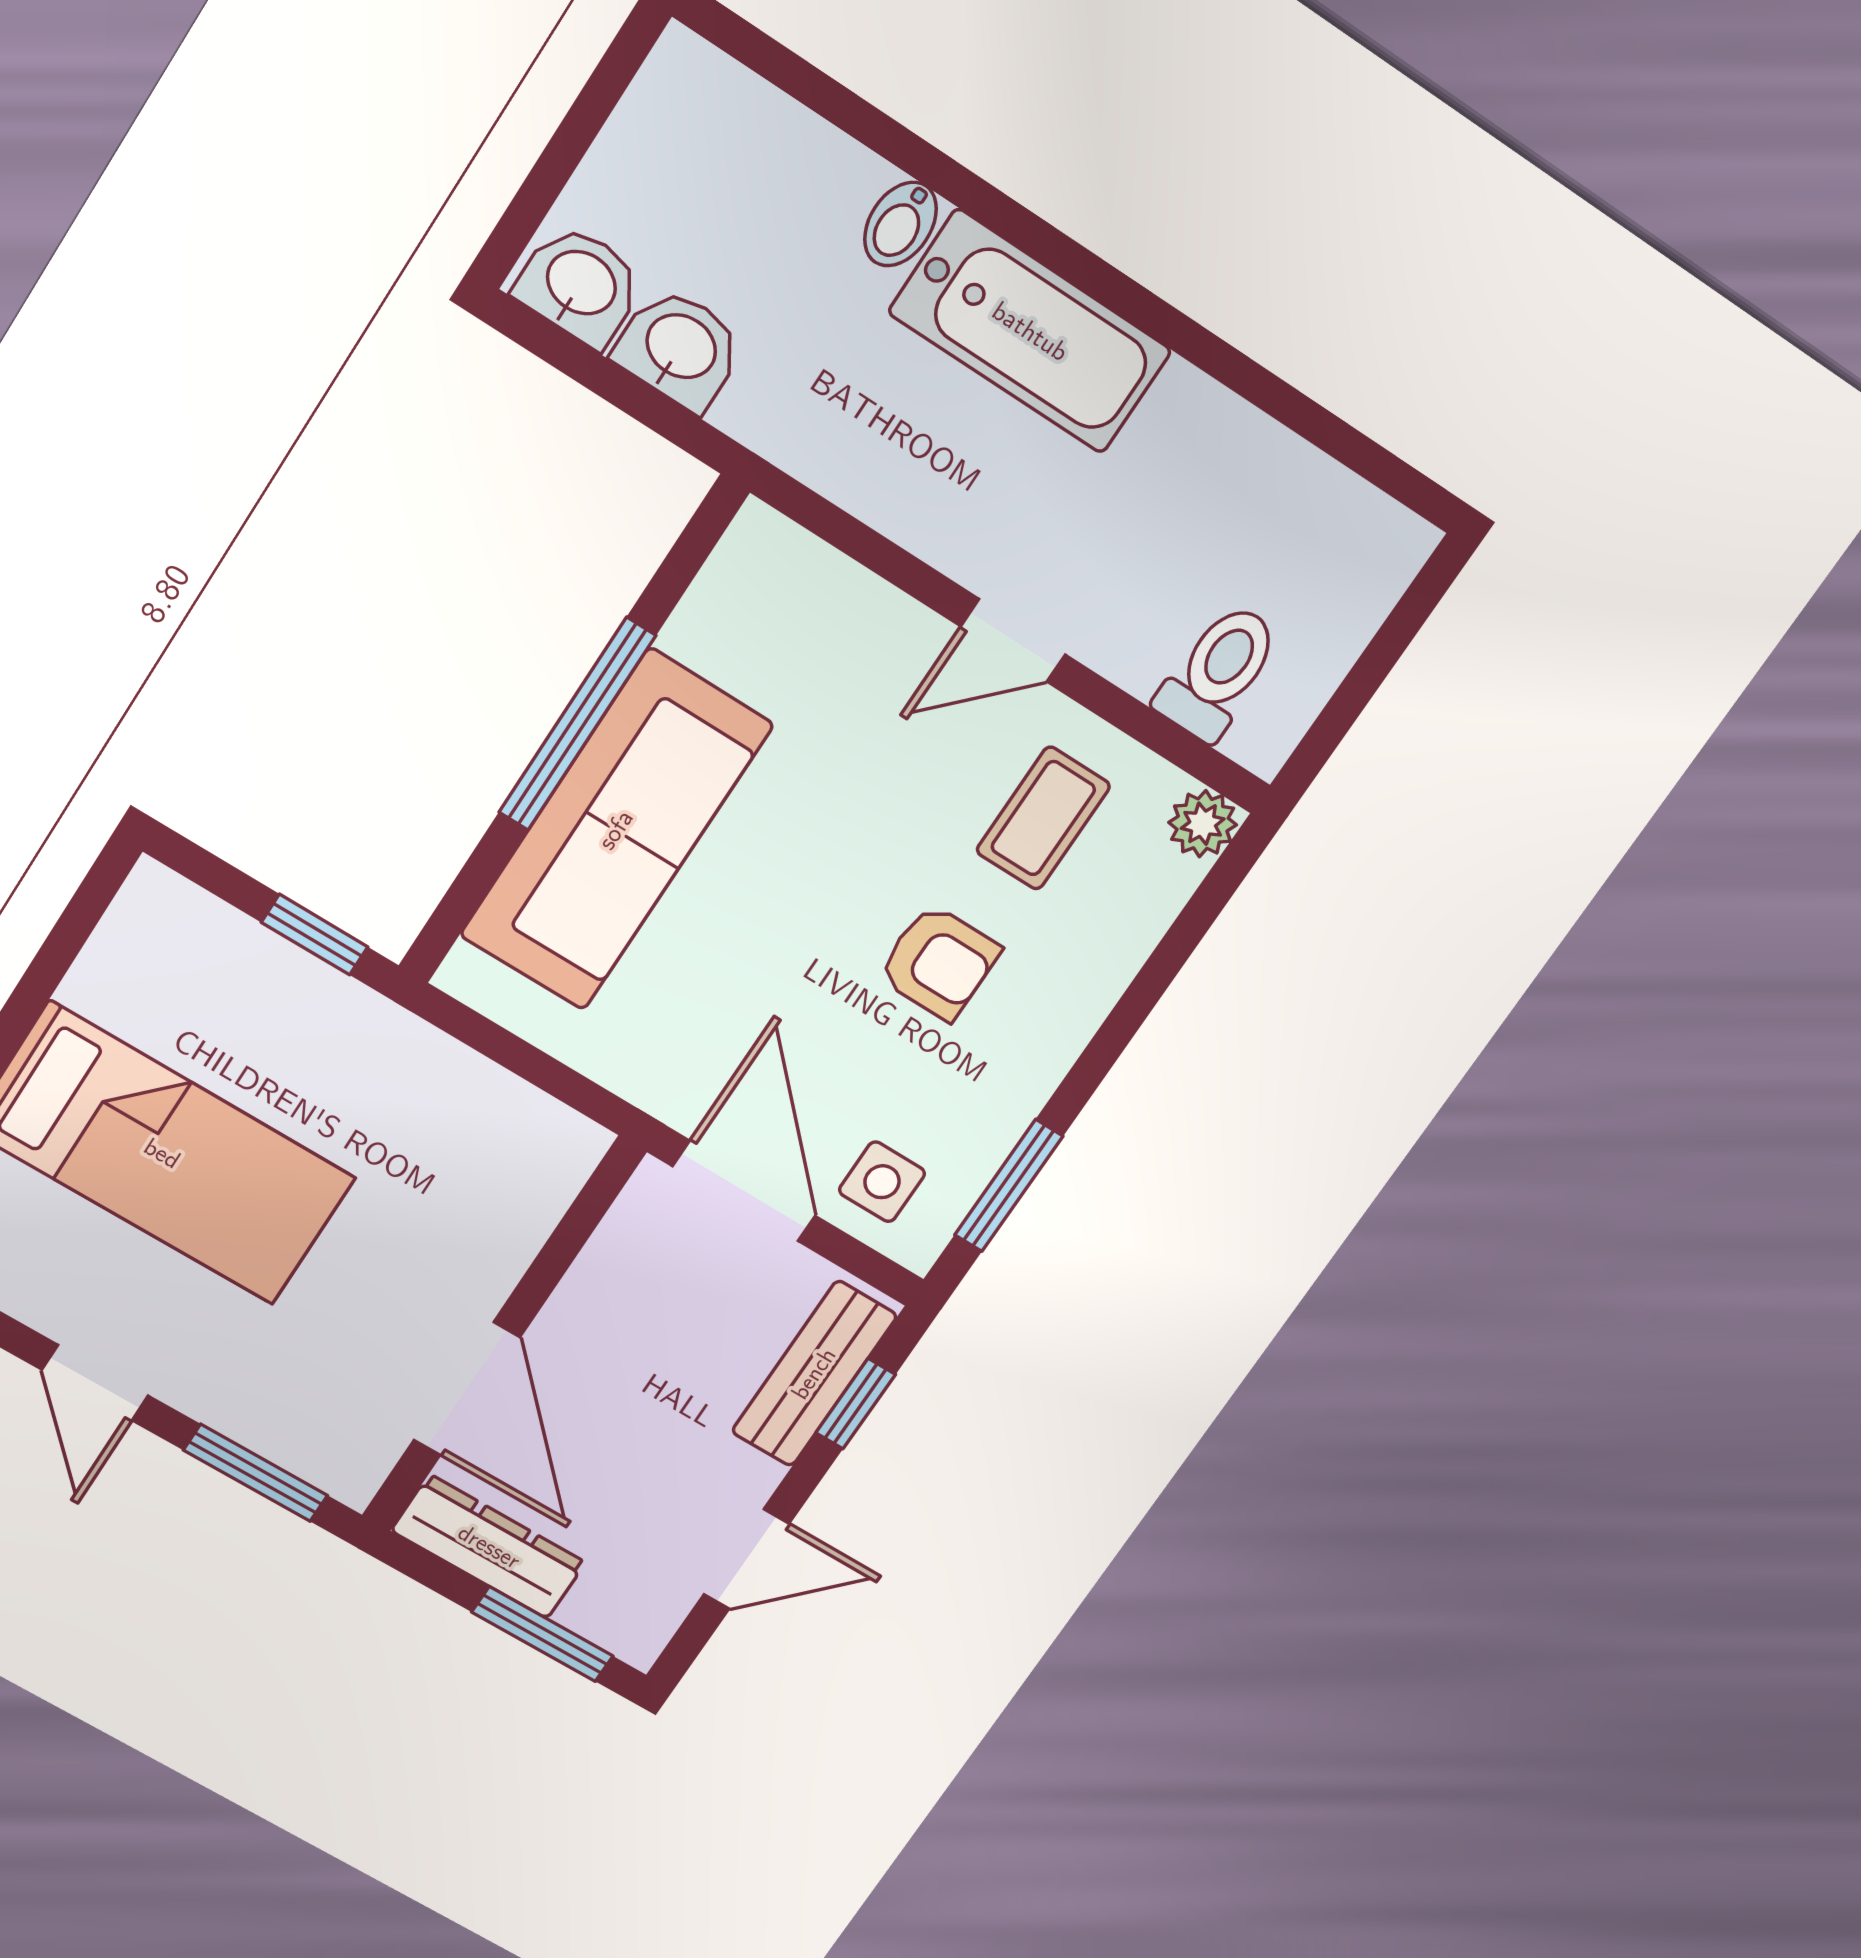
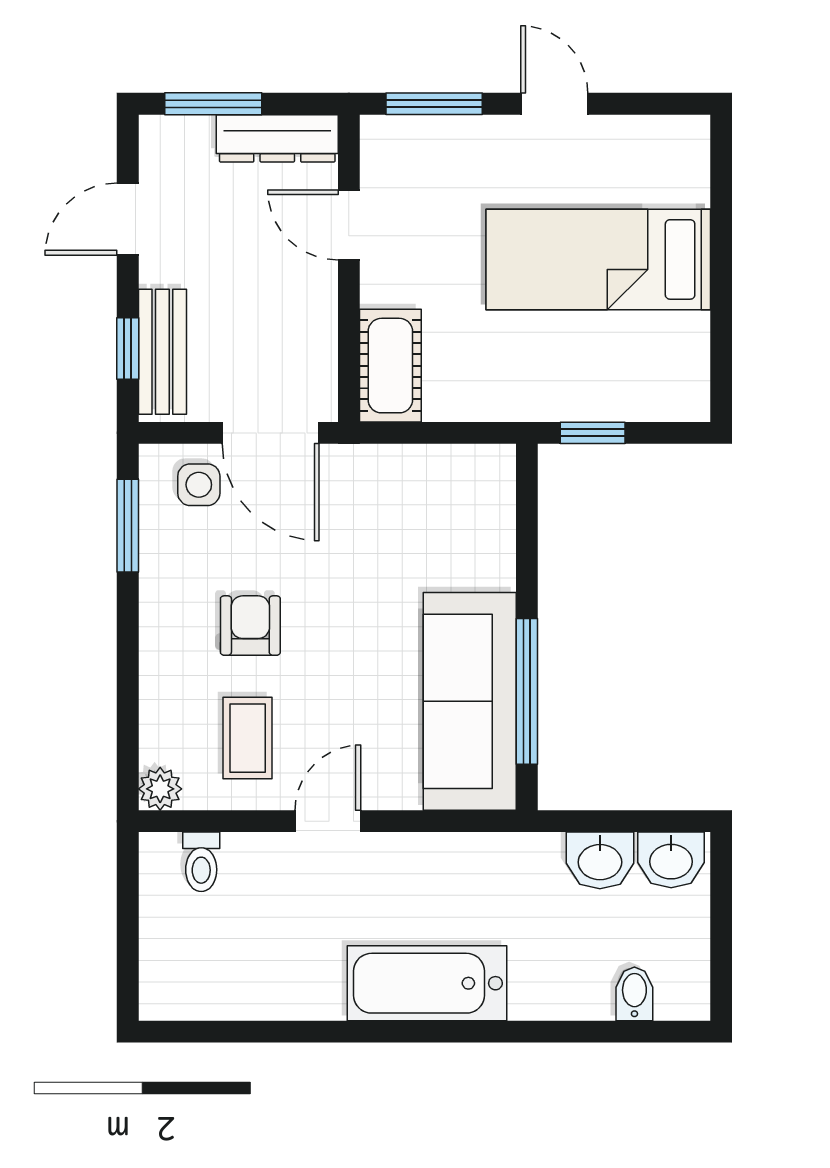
bidet: (900, 224) -> (634, 994), moved
toilet: (1218, 672) -> (201, 862), width x0.73, depth x0.72
window: (577, 724) -> (527, 691), moved
sofa: (616, 830) -> (470, 701), moved
armchair: (939, 962) -> (250, 626), turned 90
cot: (530, 1182) -> (390, 366), added
door: (467, 1389) -> (349, 225), width x0.73

